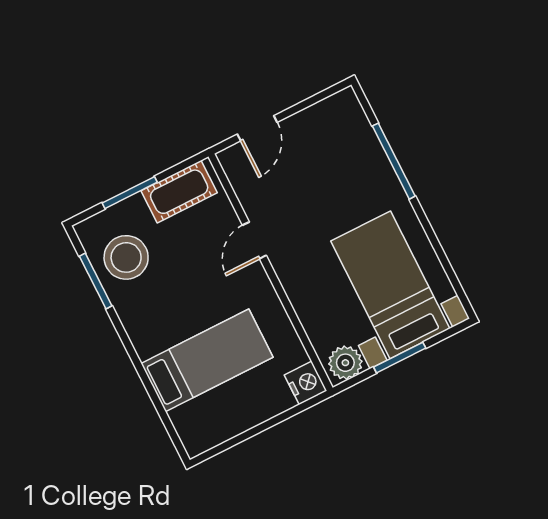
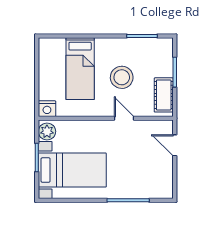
stool: (126, 257) -> (122, 77), moved

